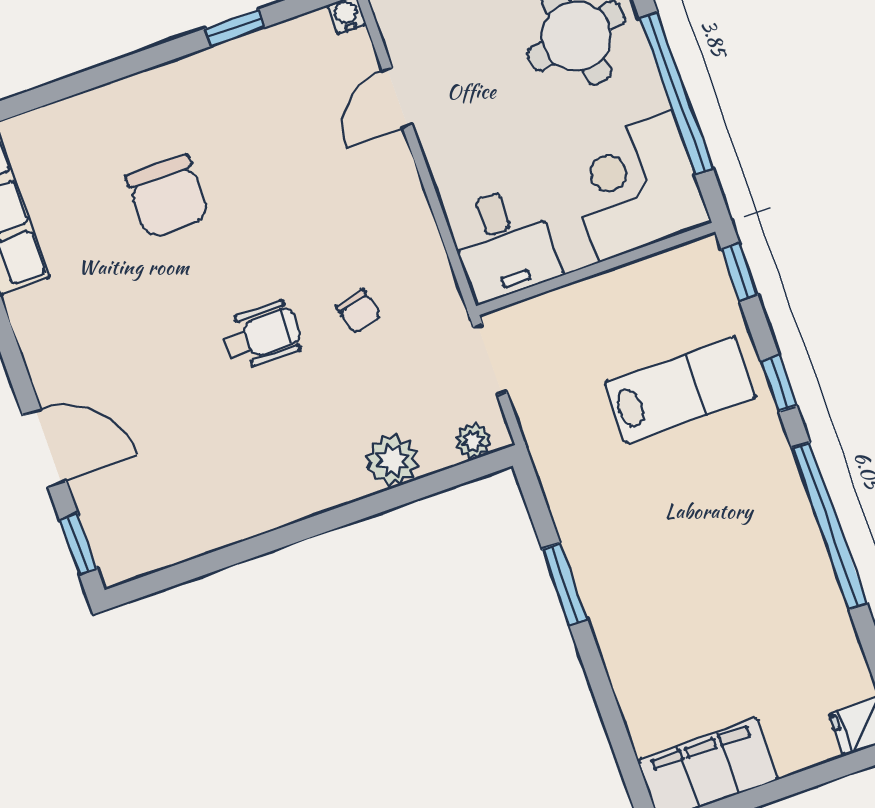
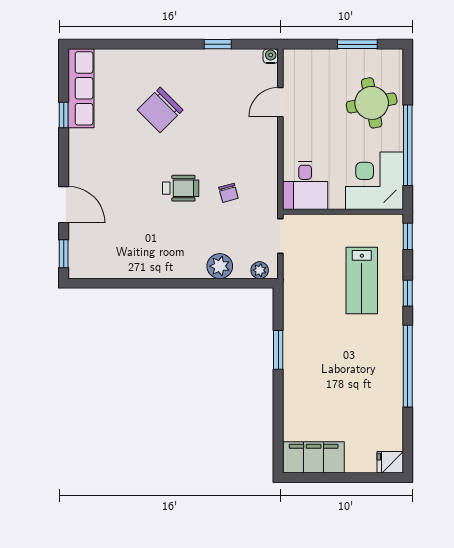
chair: (168, 196) -> (160, 110), turned 45
lab bench: (680, 390) -> (362, 280), turned 90

